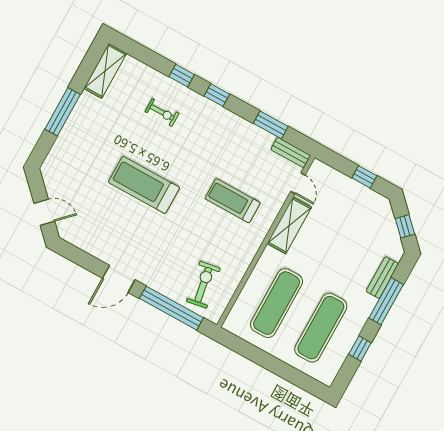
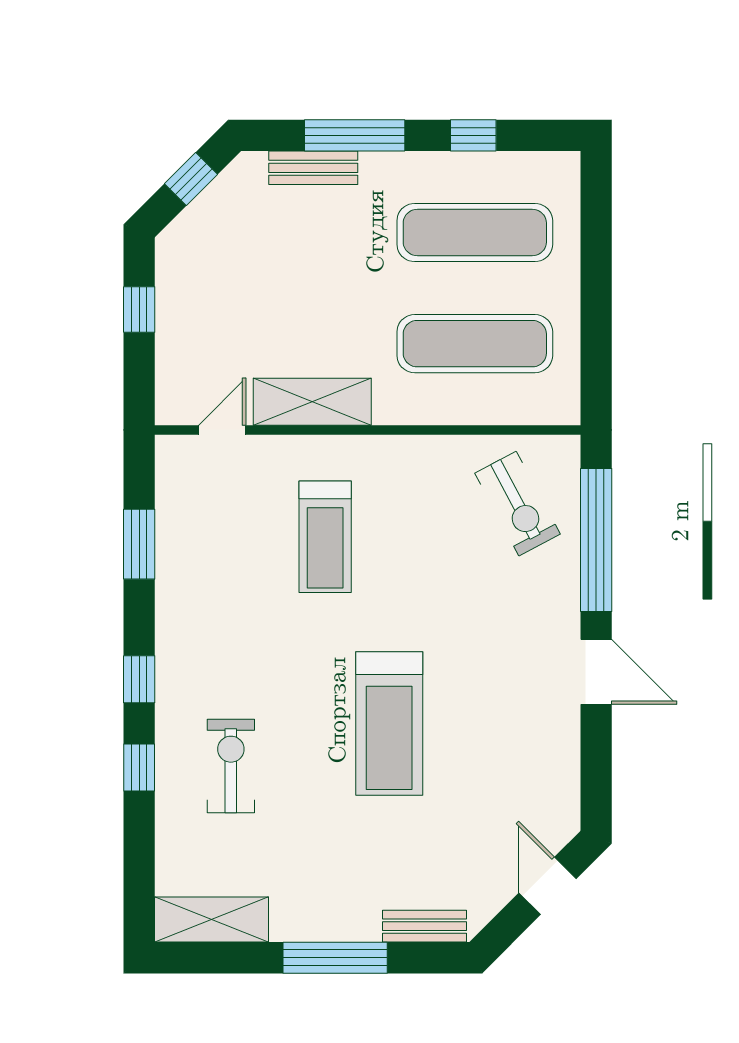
exercise bike: (162, 112) -> (231, 766), width x1.38, depth x1.39
bench: (291, 152) -> (425, 926), moved, turned 90
exercise bike: (203, 285) -> (518, 504), turned -108

